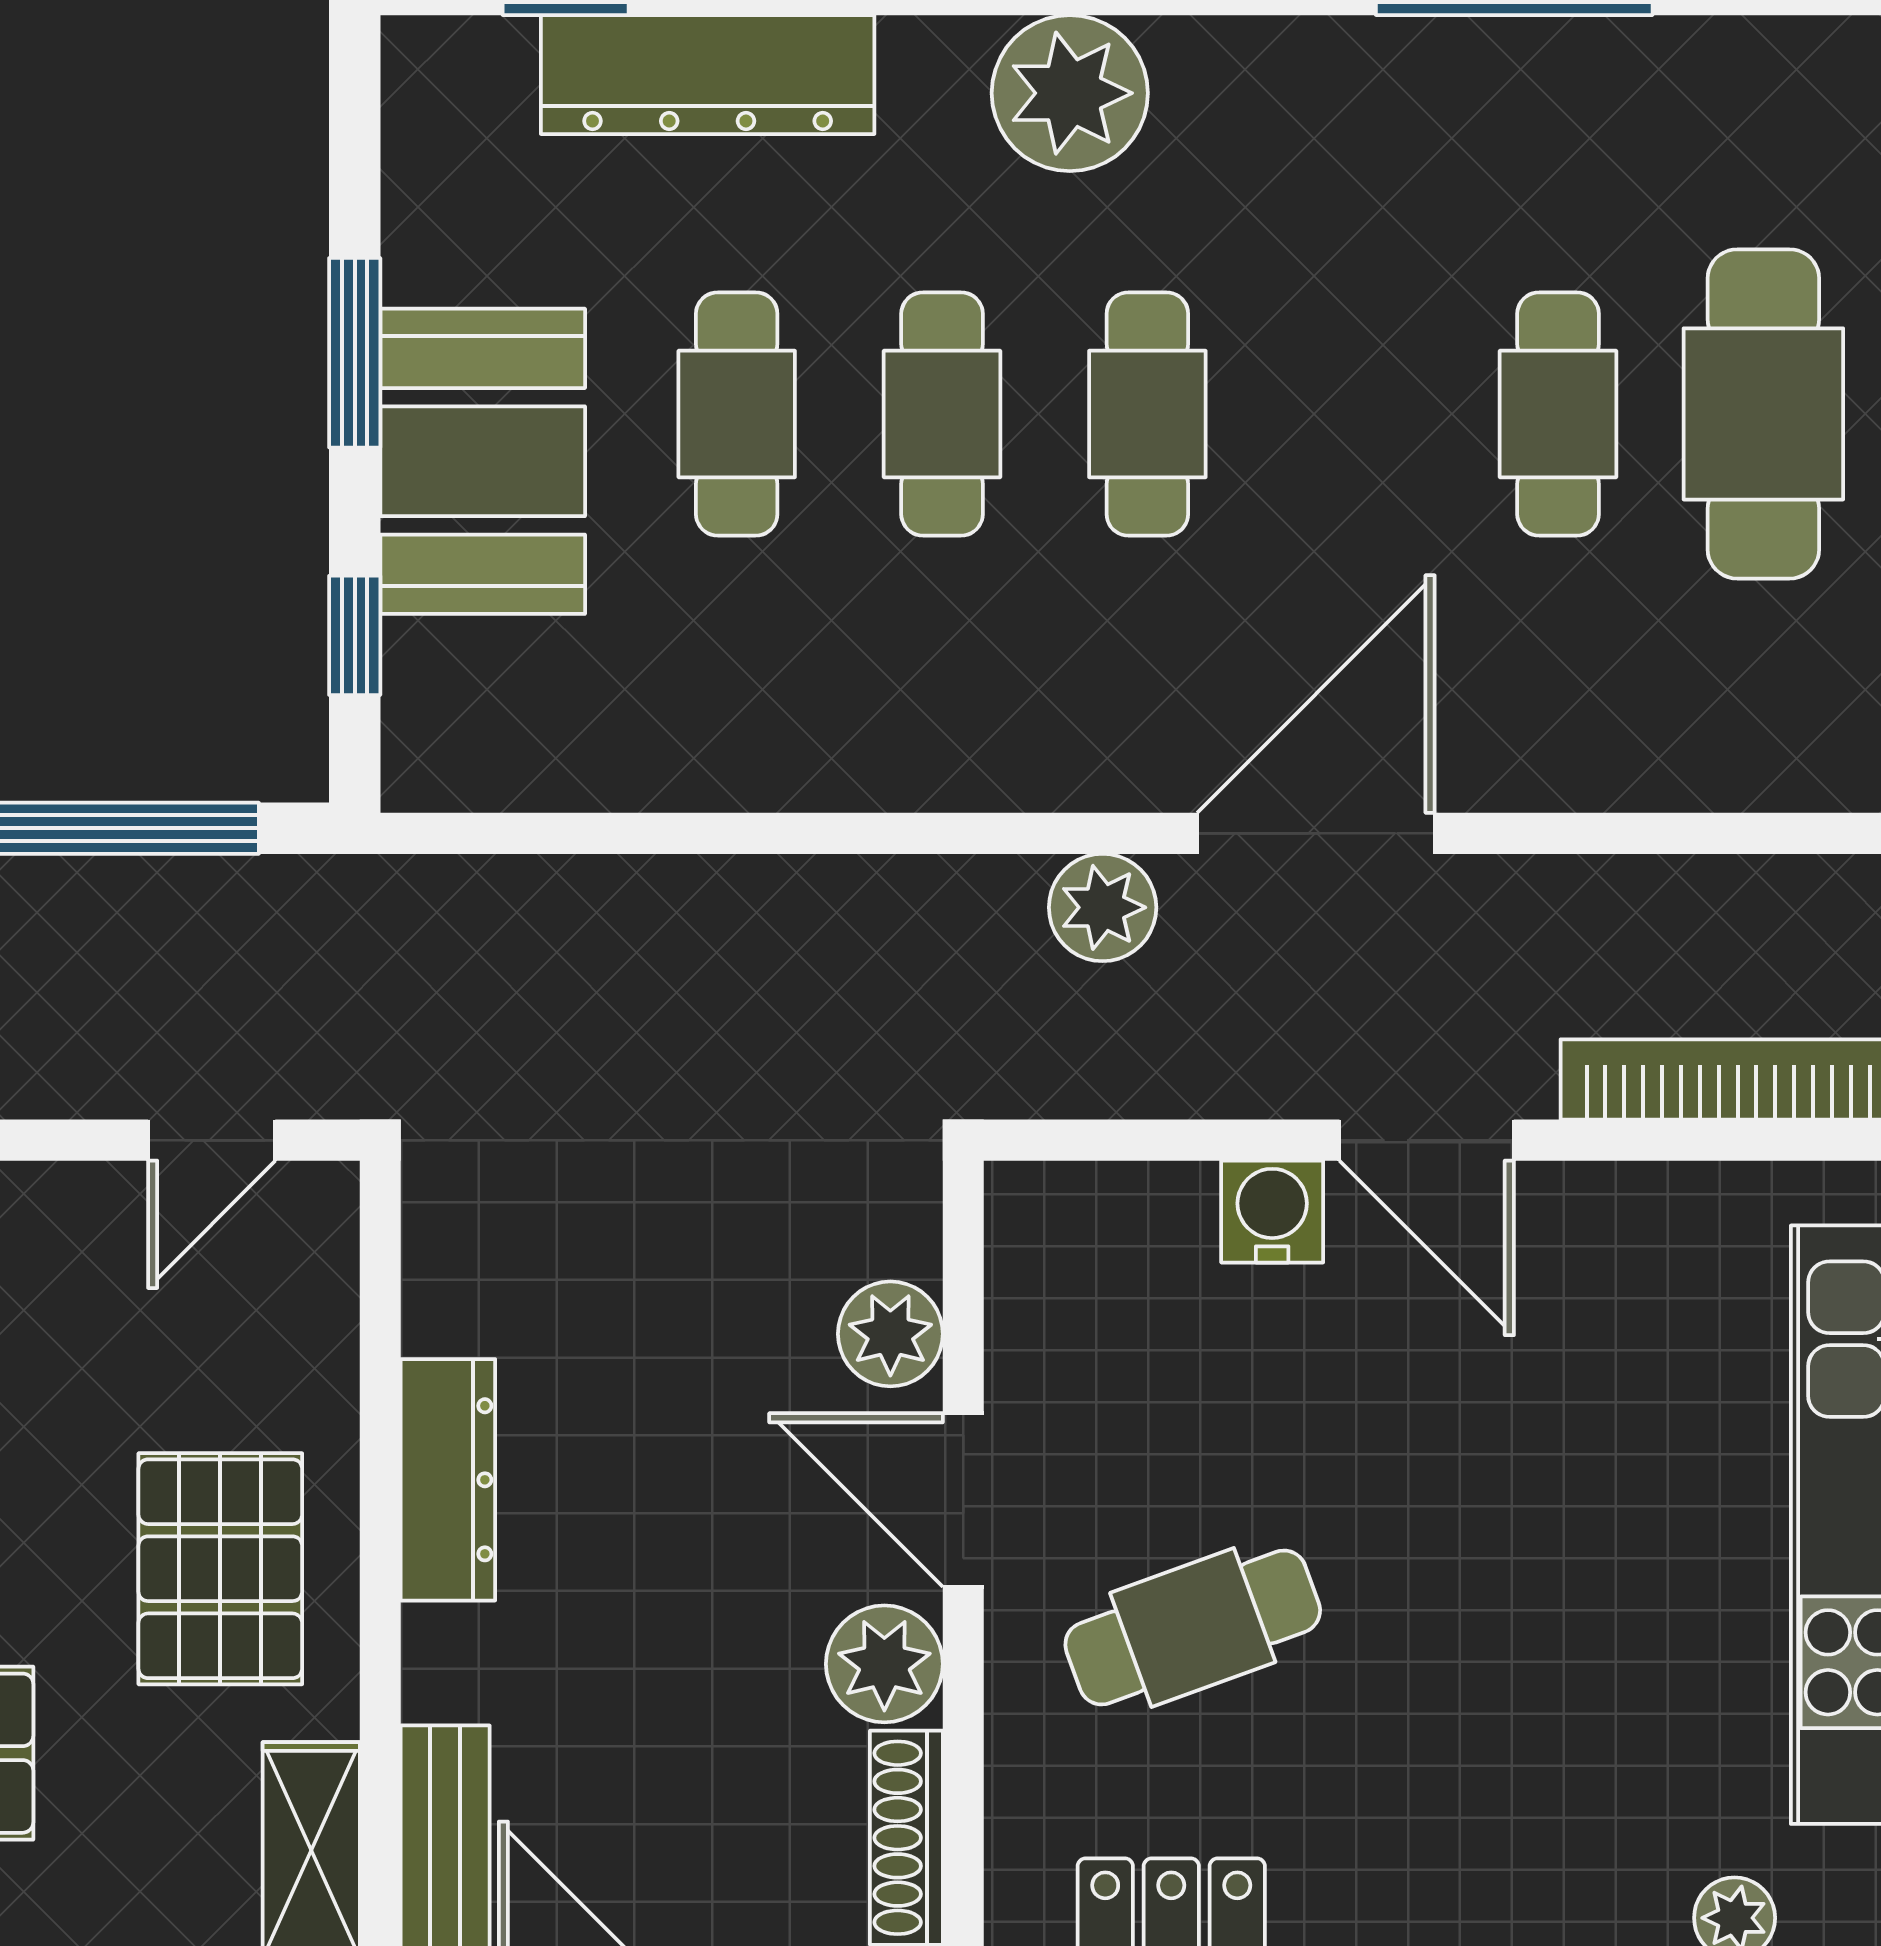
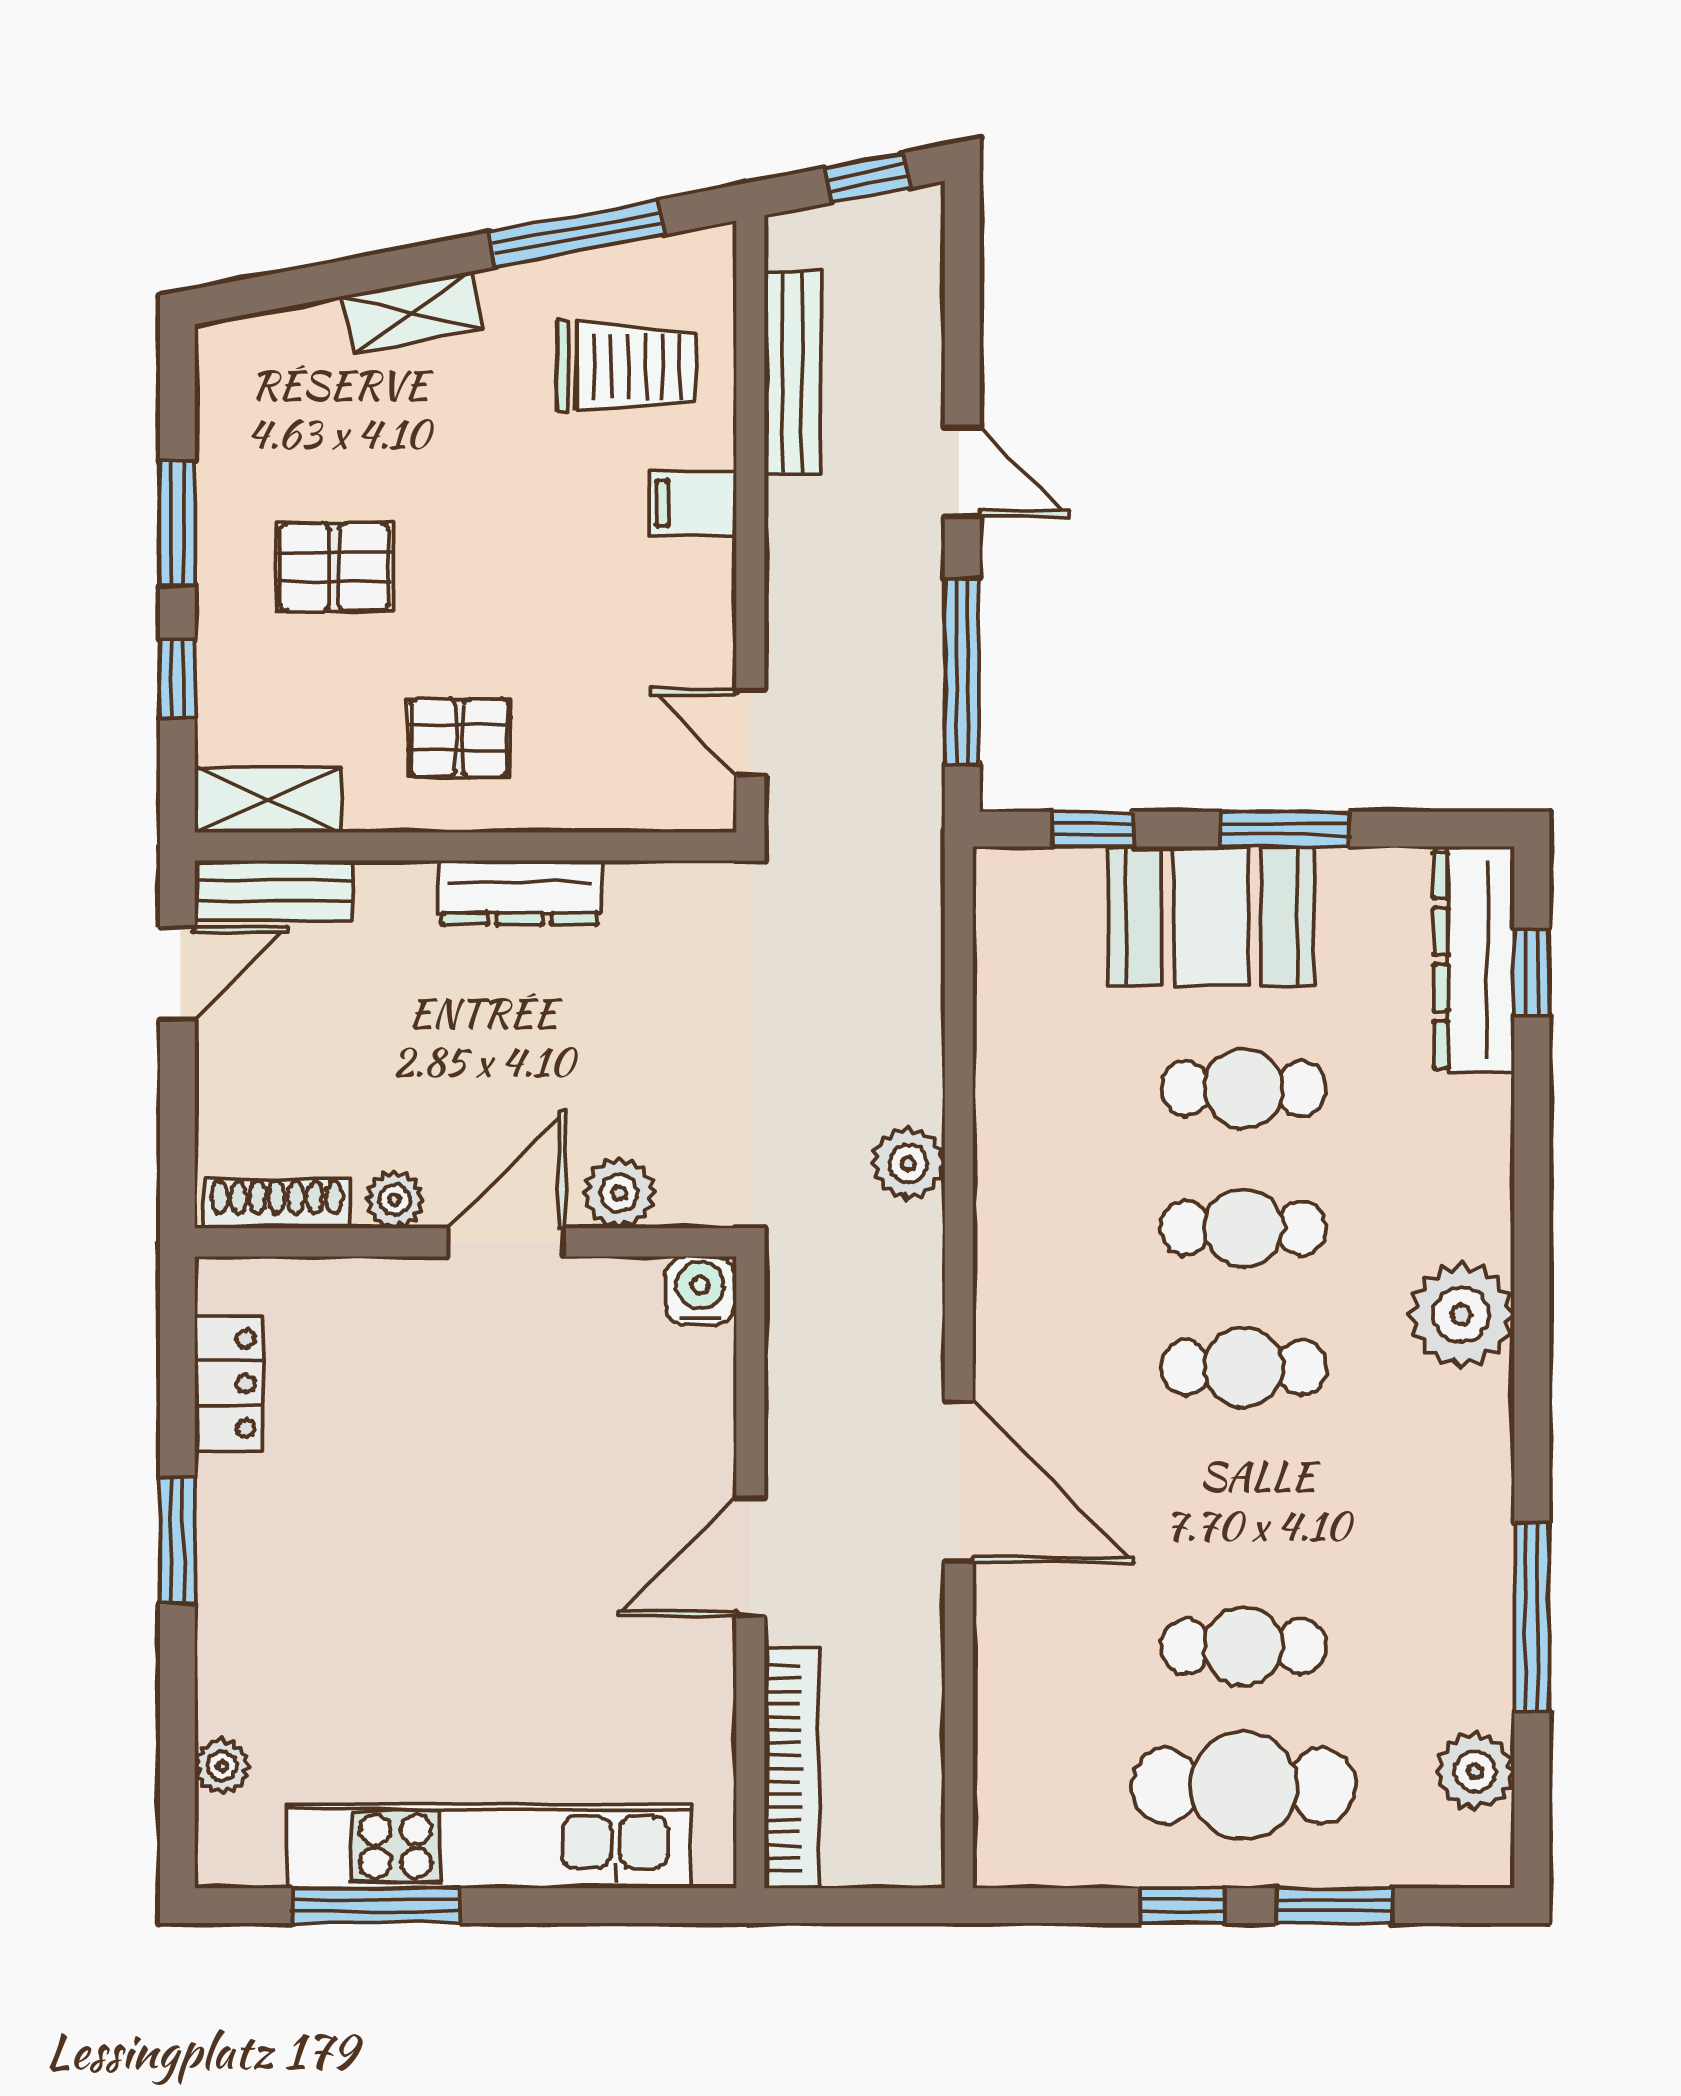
plant: (1742, 73) -> (1475, 1771), added
dresser: (708, 75) -> (1474, 960), moved
plant: (1103, 907) -> (908, 1163), moved
water cooler: (1272, 1212) -> (700, 1291), moved, turned -90
pallet: (220, 1569) -> (459, 738), width x0.67, depth x0.71
cafe table: (1193, 1627) -> (419, 1398), removed
plant: (884, 1664) -> (395, 1200), width x0.73, depth x0.73

